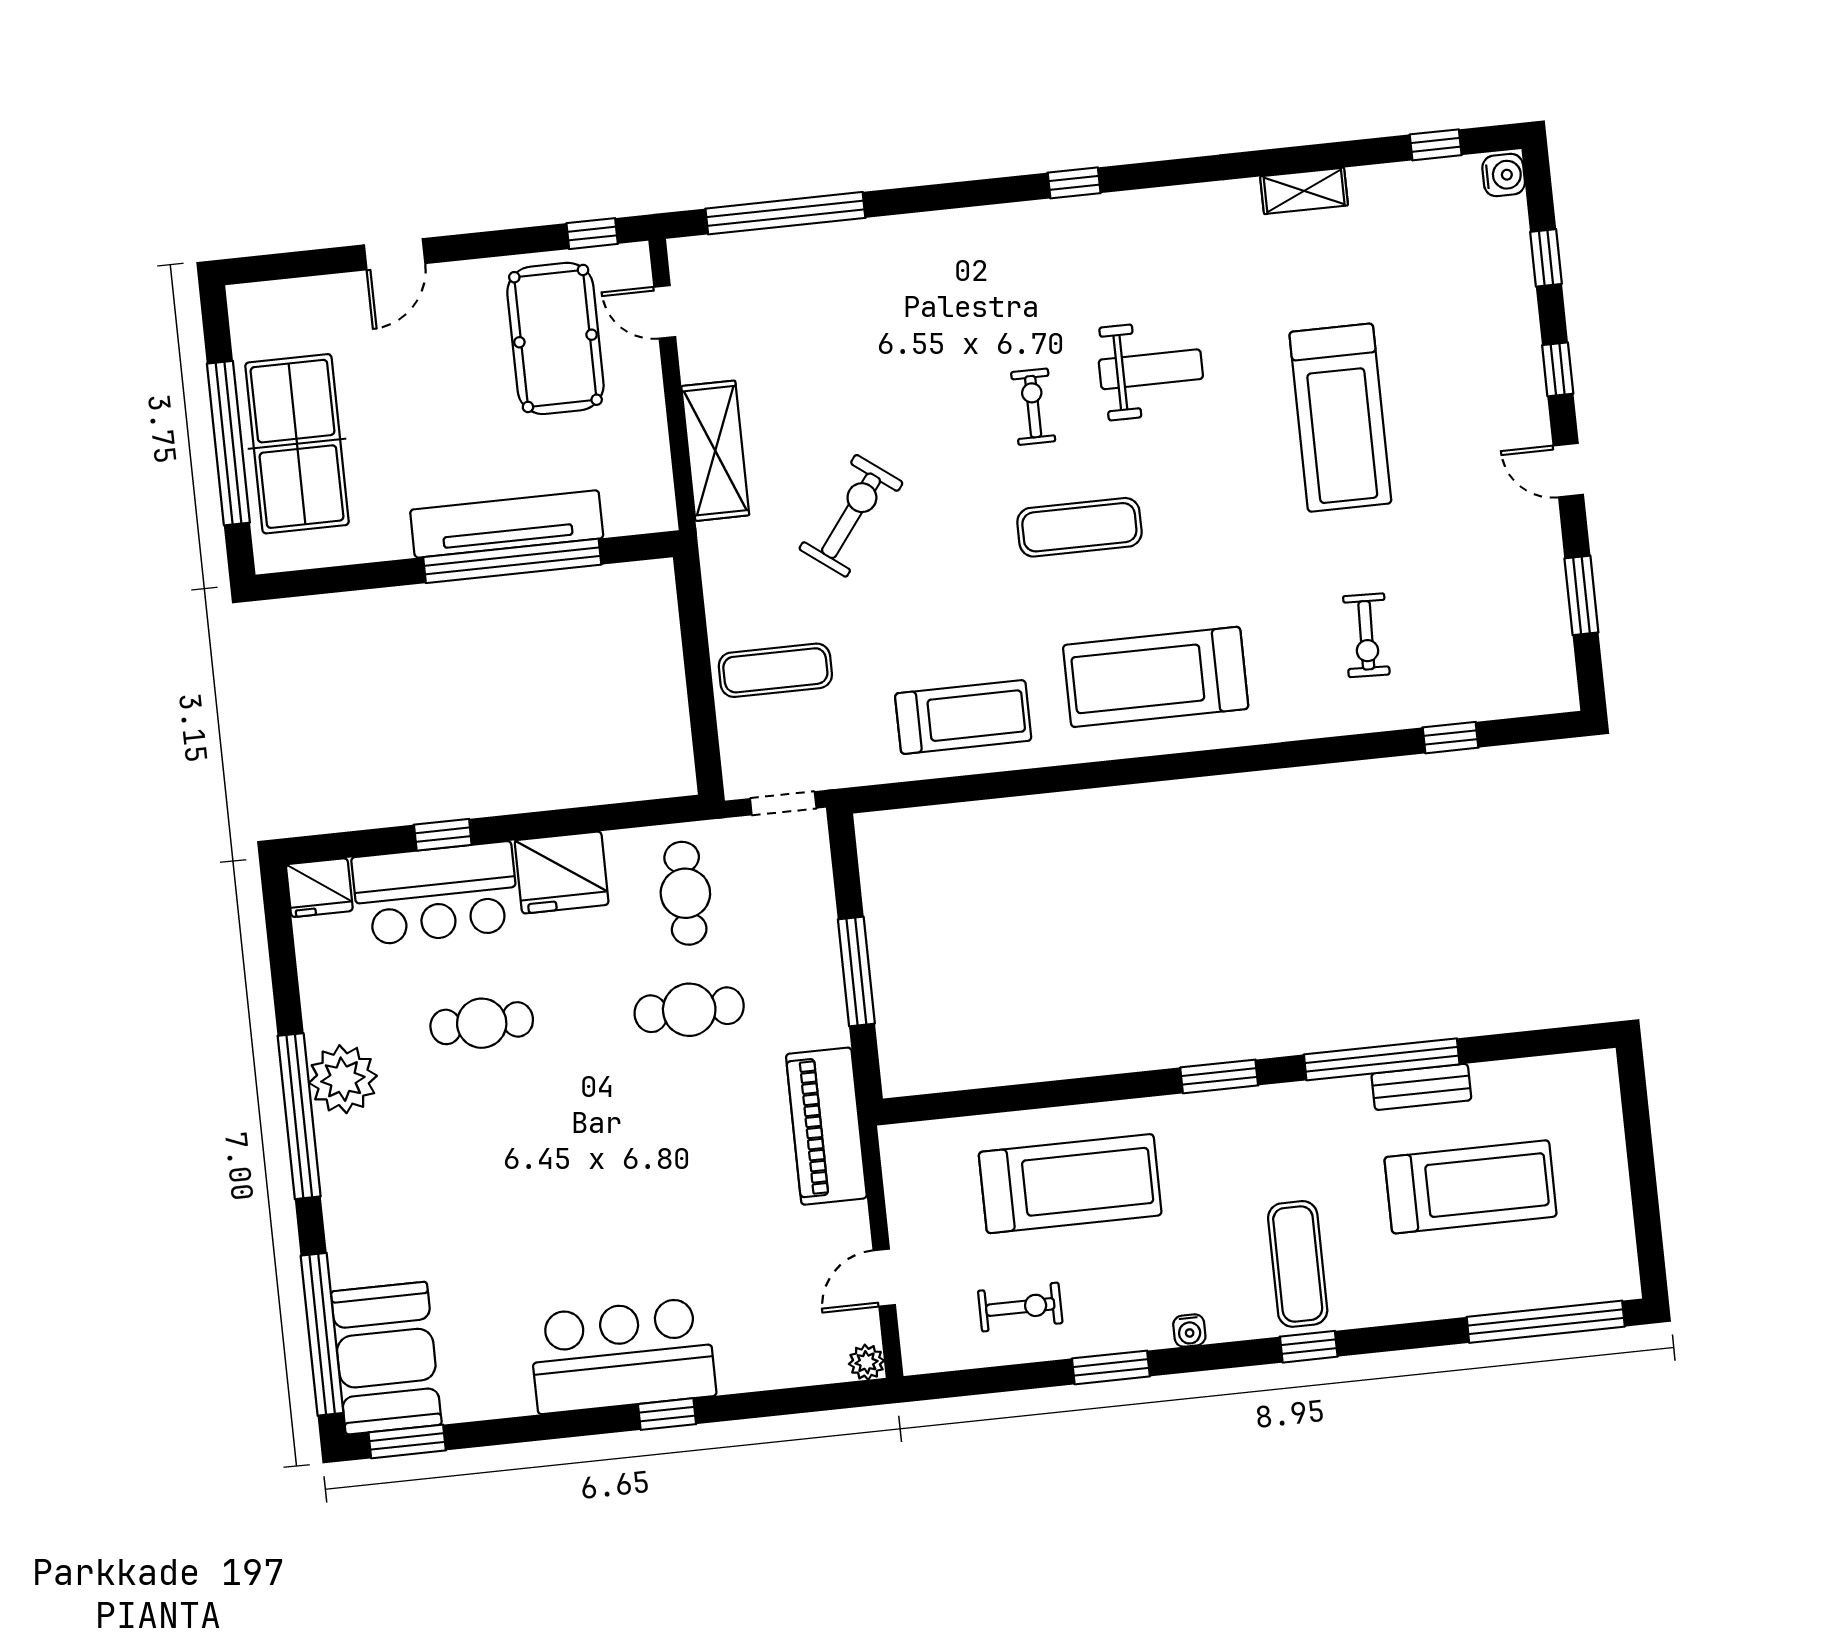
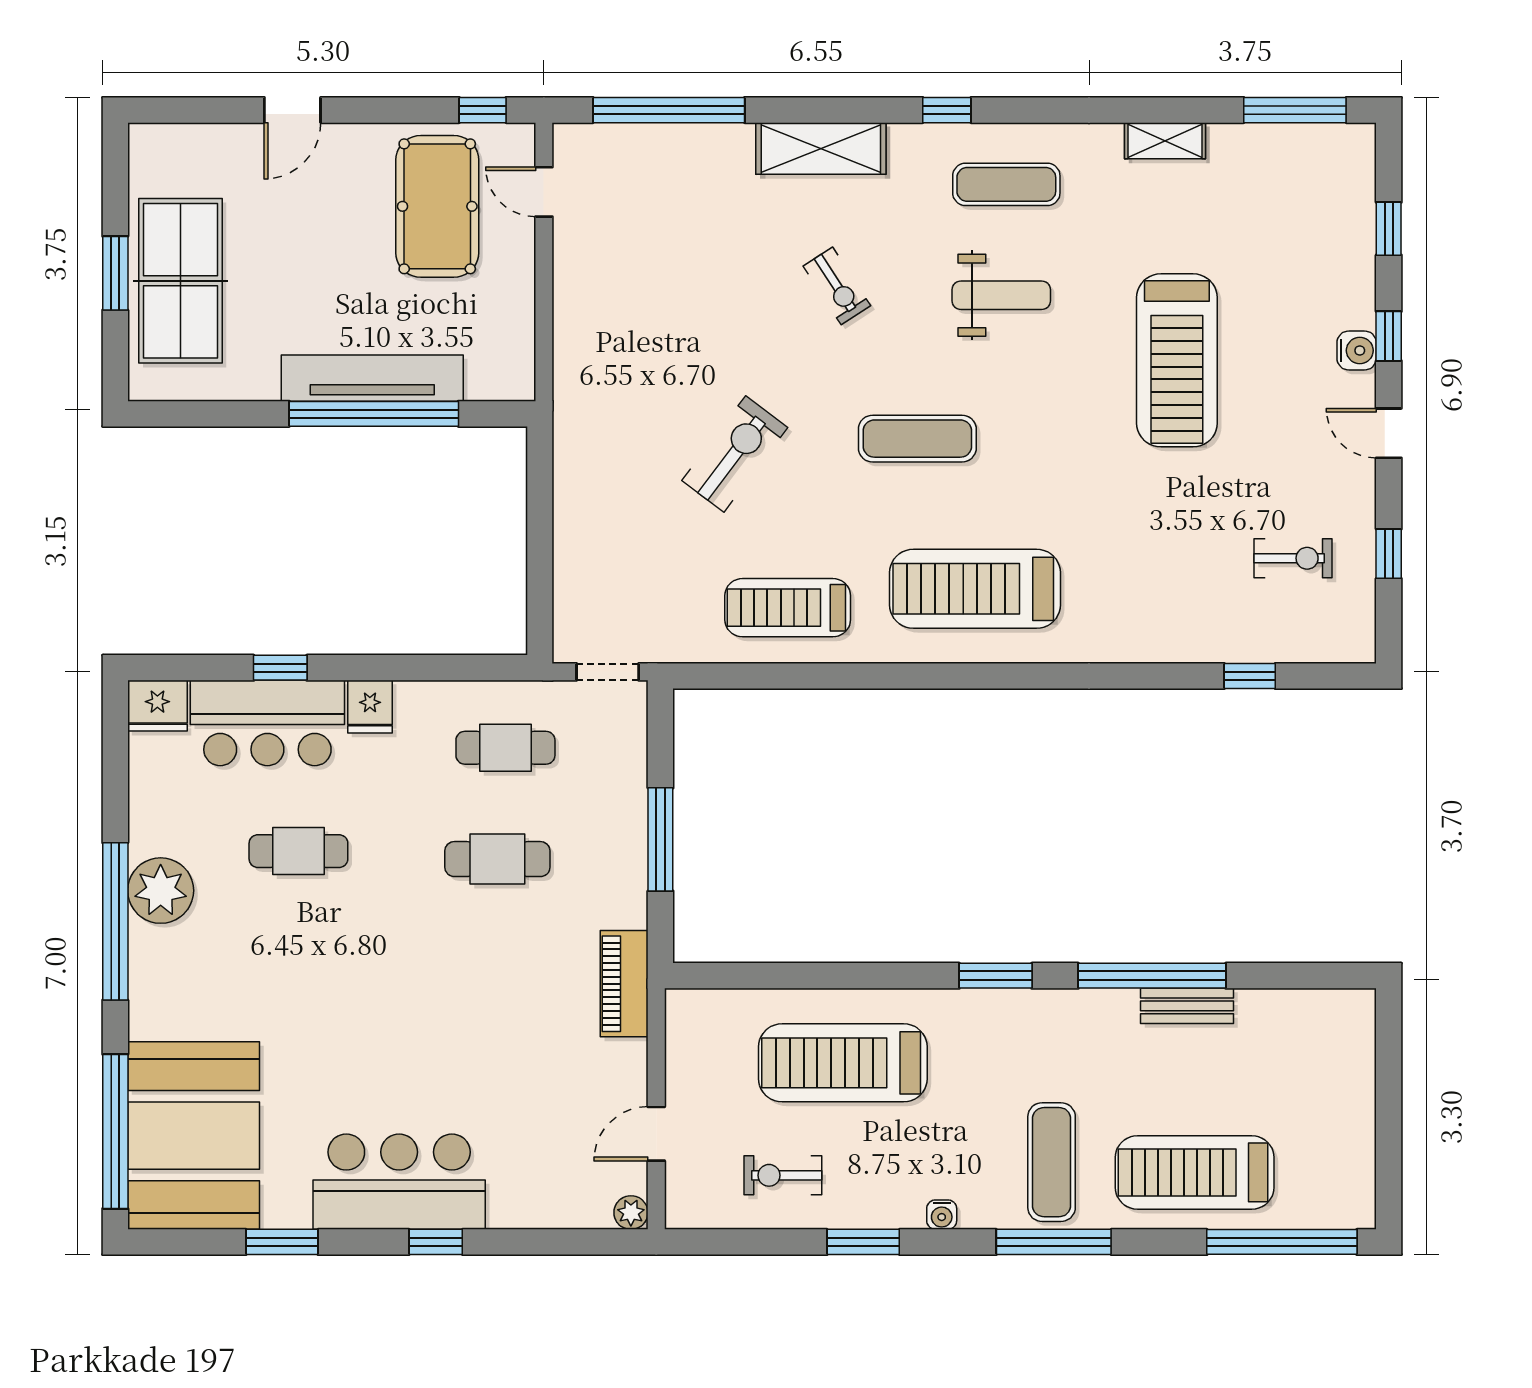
window: (1436, 145) -> (1295, 110), width x2.17
water cooler: (1504, 175) -> (1357, 350), moved
exercise bike: (1033, 407) -> (837, 286), moved, turned 147
window: (228, 443) -> (115, 273), width x0.47
shelving: (715, 451) -> (821, 148), moved, turned 90
exercise bike: (851, 516) -> (735, 454), moved
window: (1581, 595) -> (1389, 554), width x0.67
exercise bike: (1366, 635) -> (1293, 558), moved, turned -92
exercise mat: (775, 670) -> (1006, 184), moved
treadmill: (963, 717) -> (788, 608), turned 180
fridge: (562, 872) -> (370, 707), width x0.53, depth x0.75
cafe table: (685, 893) -> (505, 748), turned 90
piano: (826, 1126) -> (624, 984), width x0.73, depth x0.75
treadmill: (1070, 1184) -> (843, 1063), turned 180
treadmill: (1471, 1187) -> (1195, 1172), moved, turned 180
exercise bike: (1020, 1307) -> (783, 1175), turned 180
window: (1309, 1347) -> (1054, 1242), width x2.17
booth: (386, 1358) -> (194, 1136), width x1.36, depth x1.42
window: (407, 1441) -> (282, 1242), moved

